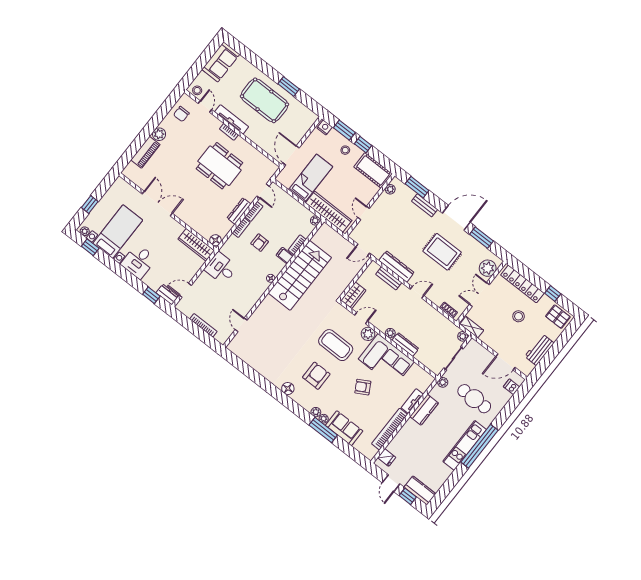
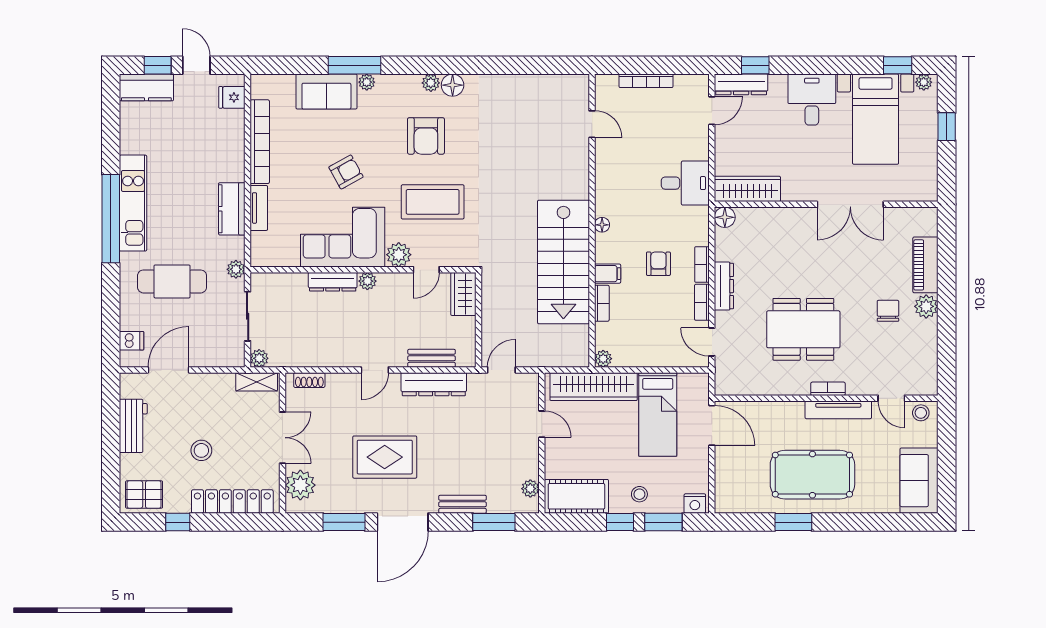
chair: (181, 114) -> (888, 311), moved
dresser: (167, 294) -> (741, 84), width x1.44
plant: (316, 412) -> (431, 83), moved

